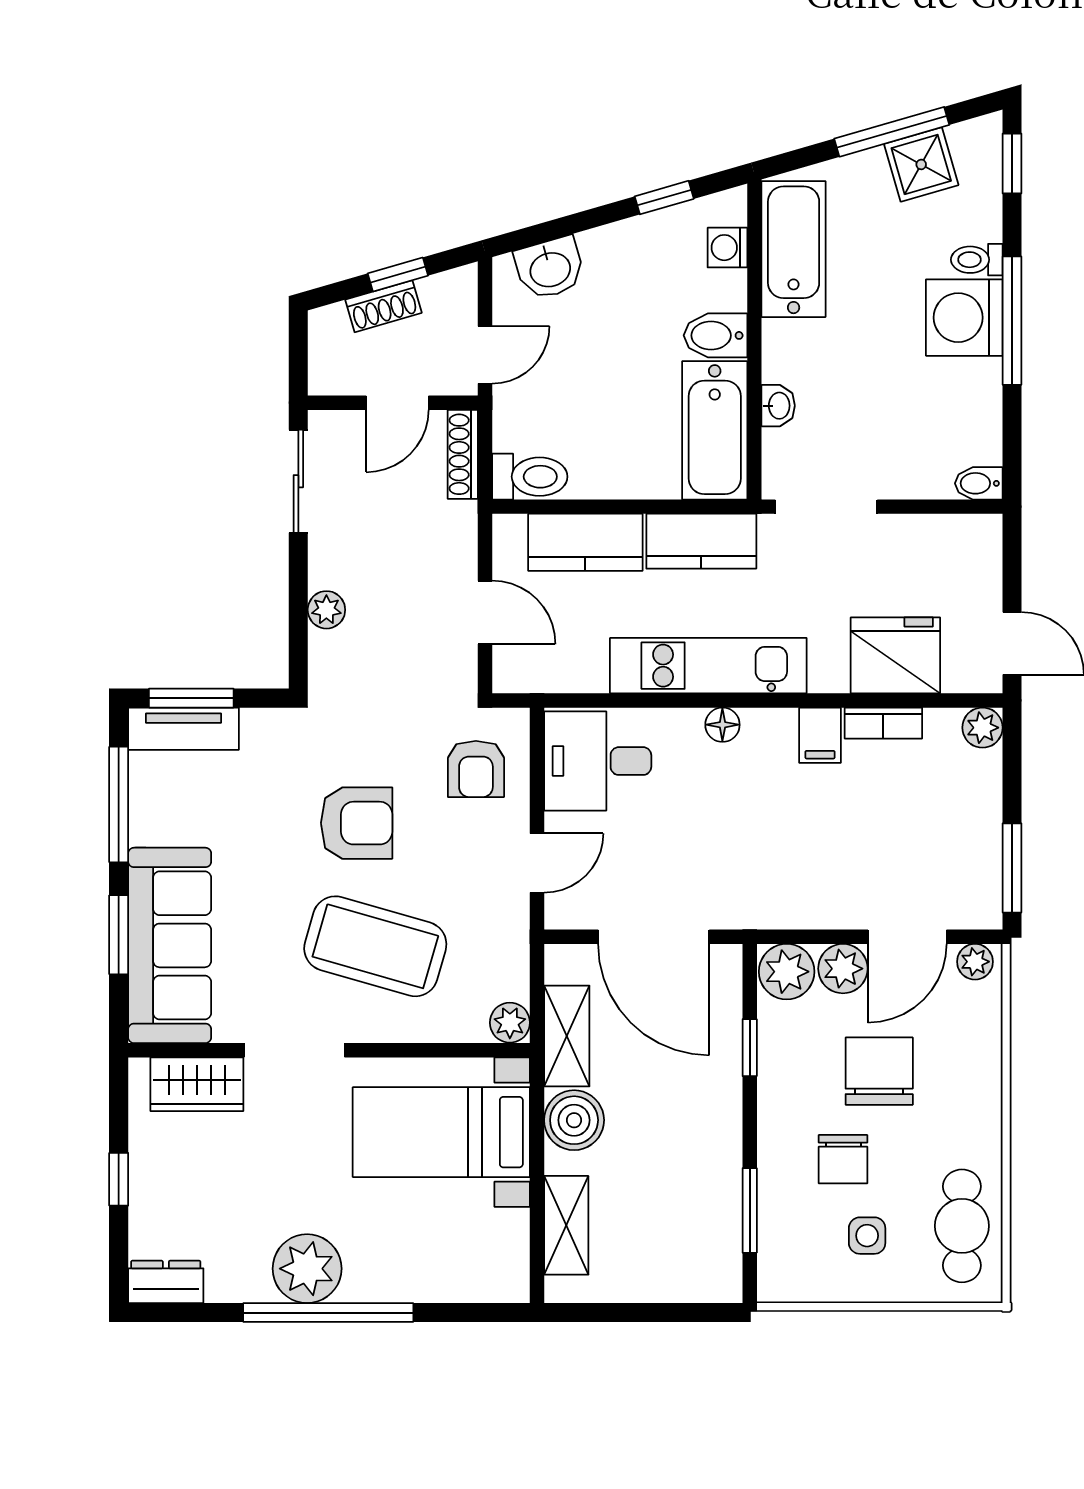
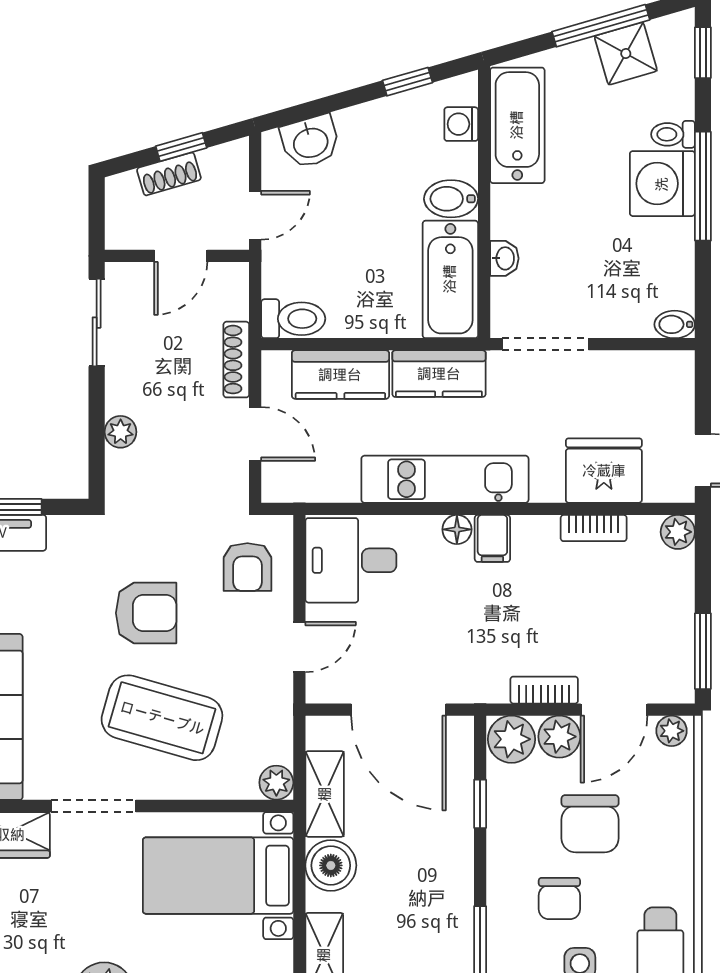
shoe rack: (463, 454) -> (236, 360), moved
filing cabinet: (820, 735) -> (492, 538), moved
bookcase: (825, 914) -> (544, 690), added
chair: (879, 1071) -> (590, 824), turned 180

